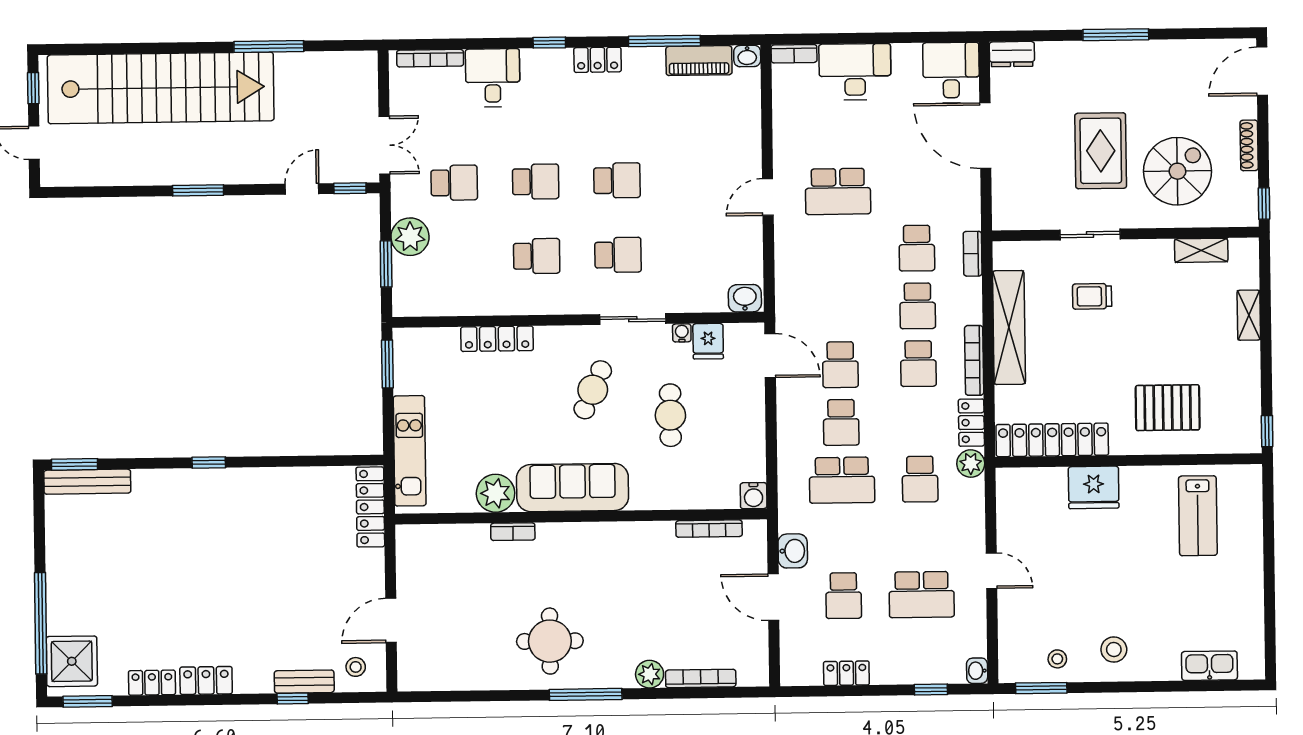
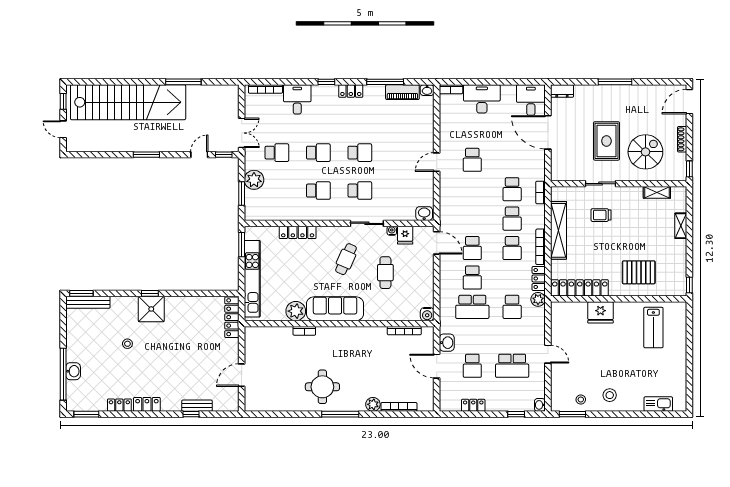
school desk: (838, 191) -> (472, 160), width x0.54
kitchen unit: (410, 451) -> (252, 279), width x1.36
washbasin: (60, 617) -> (73, 371), added
shower: (72, 661) -> (151, 309), moved
stool: (356, 667) -> (127, 344), moved

